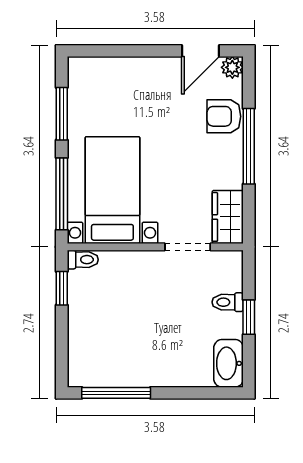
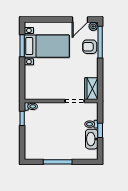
window: (249, 146) -> (100, 42), moved
bed with nightstands: (112, 190) -> (47, 46), moved, turned 90
window: (62, 194) -> (22, 79), removed
washbasin: (229, 363) -> (92, 139), moved
window: (116, 393) -> (58, 162), moved

